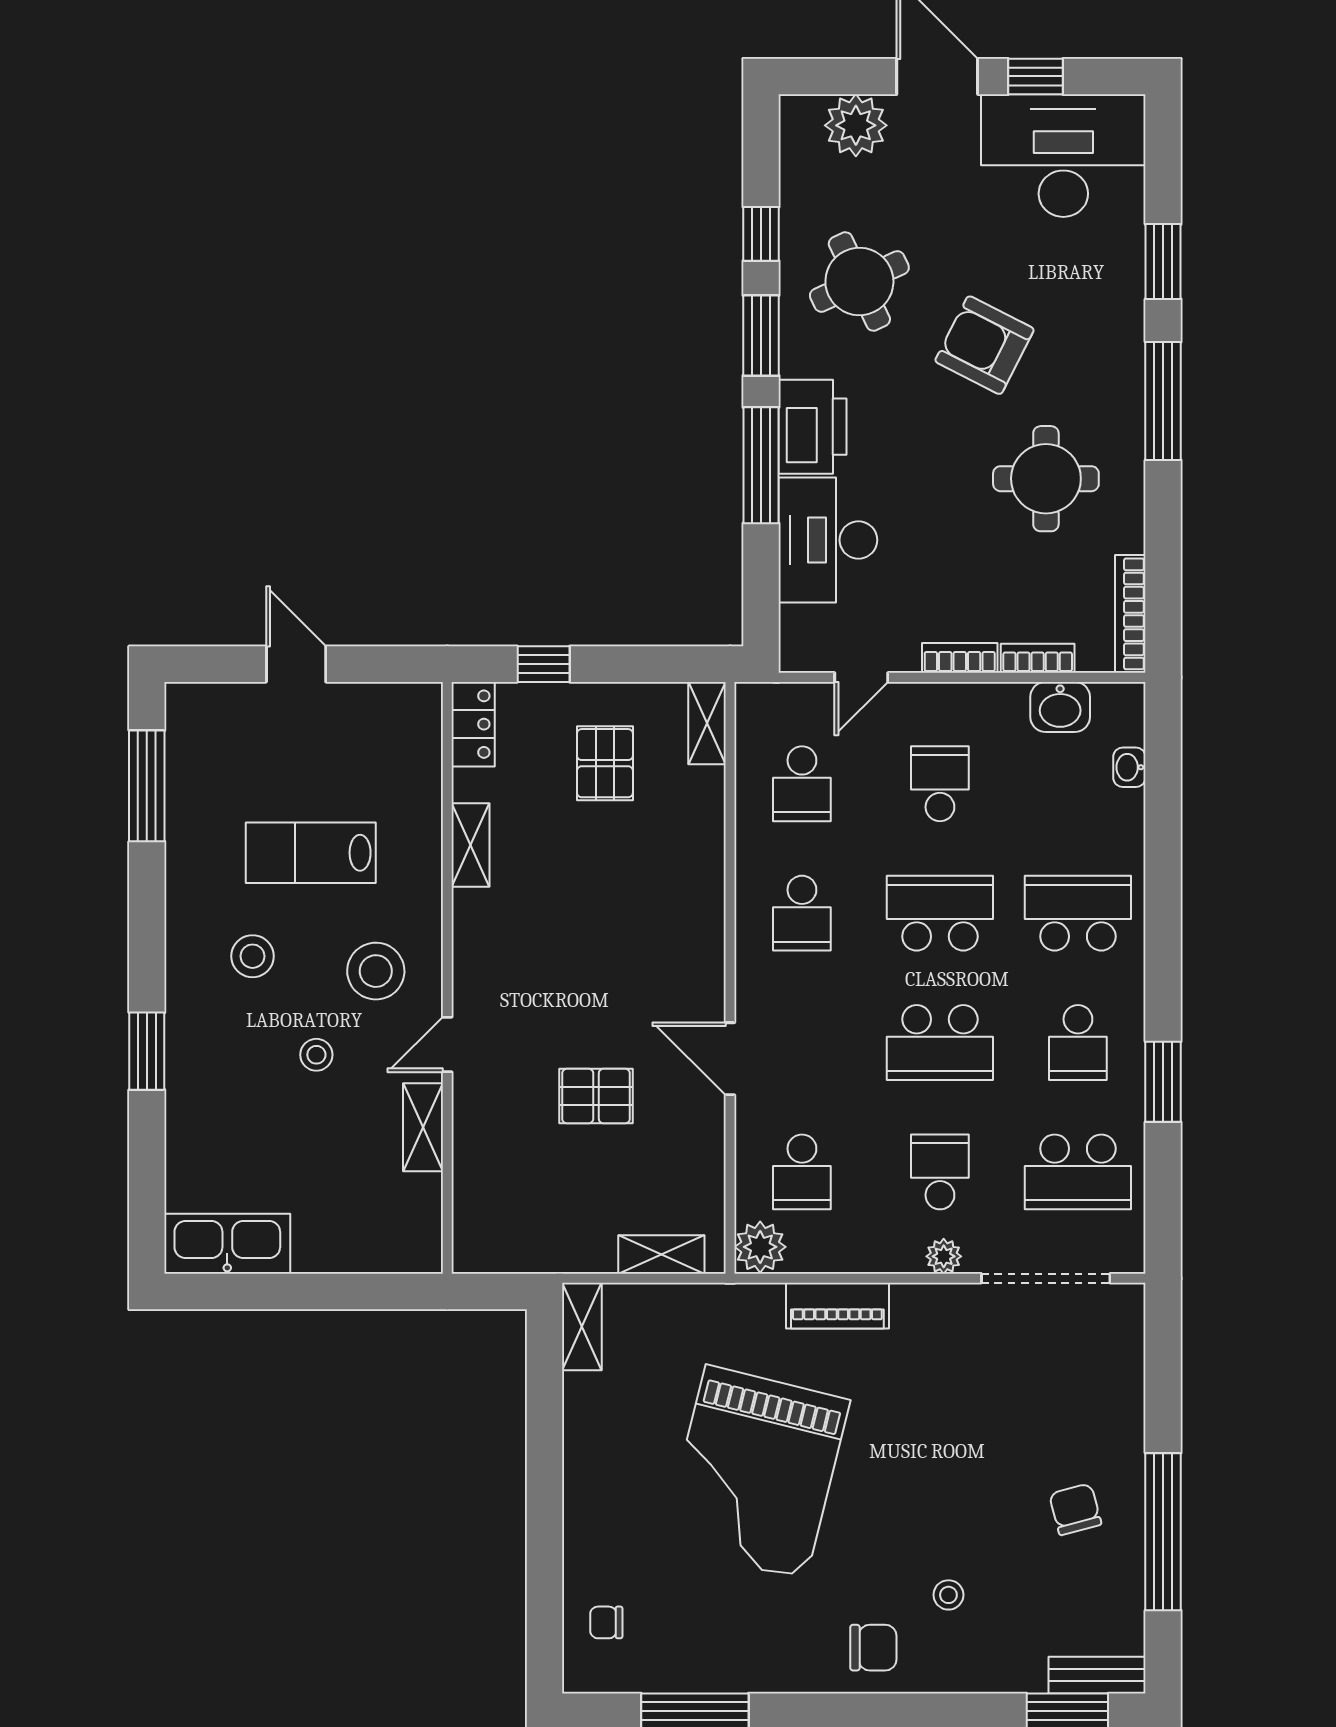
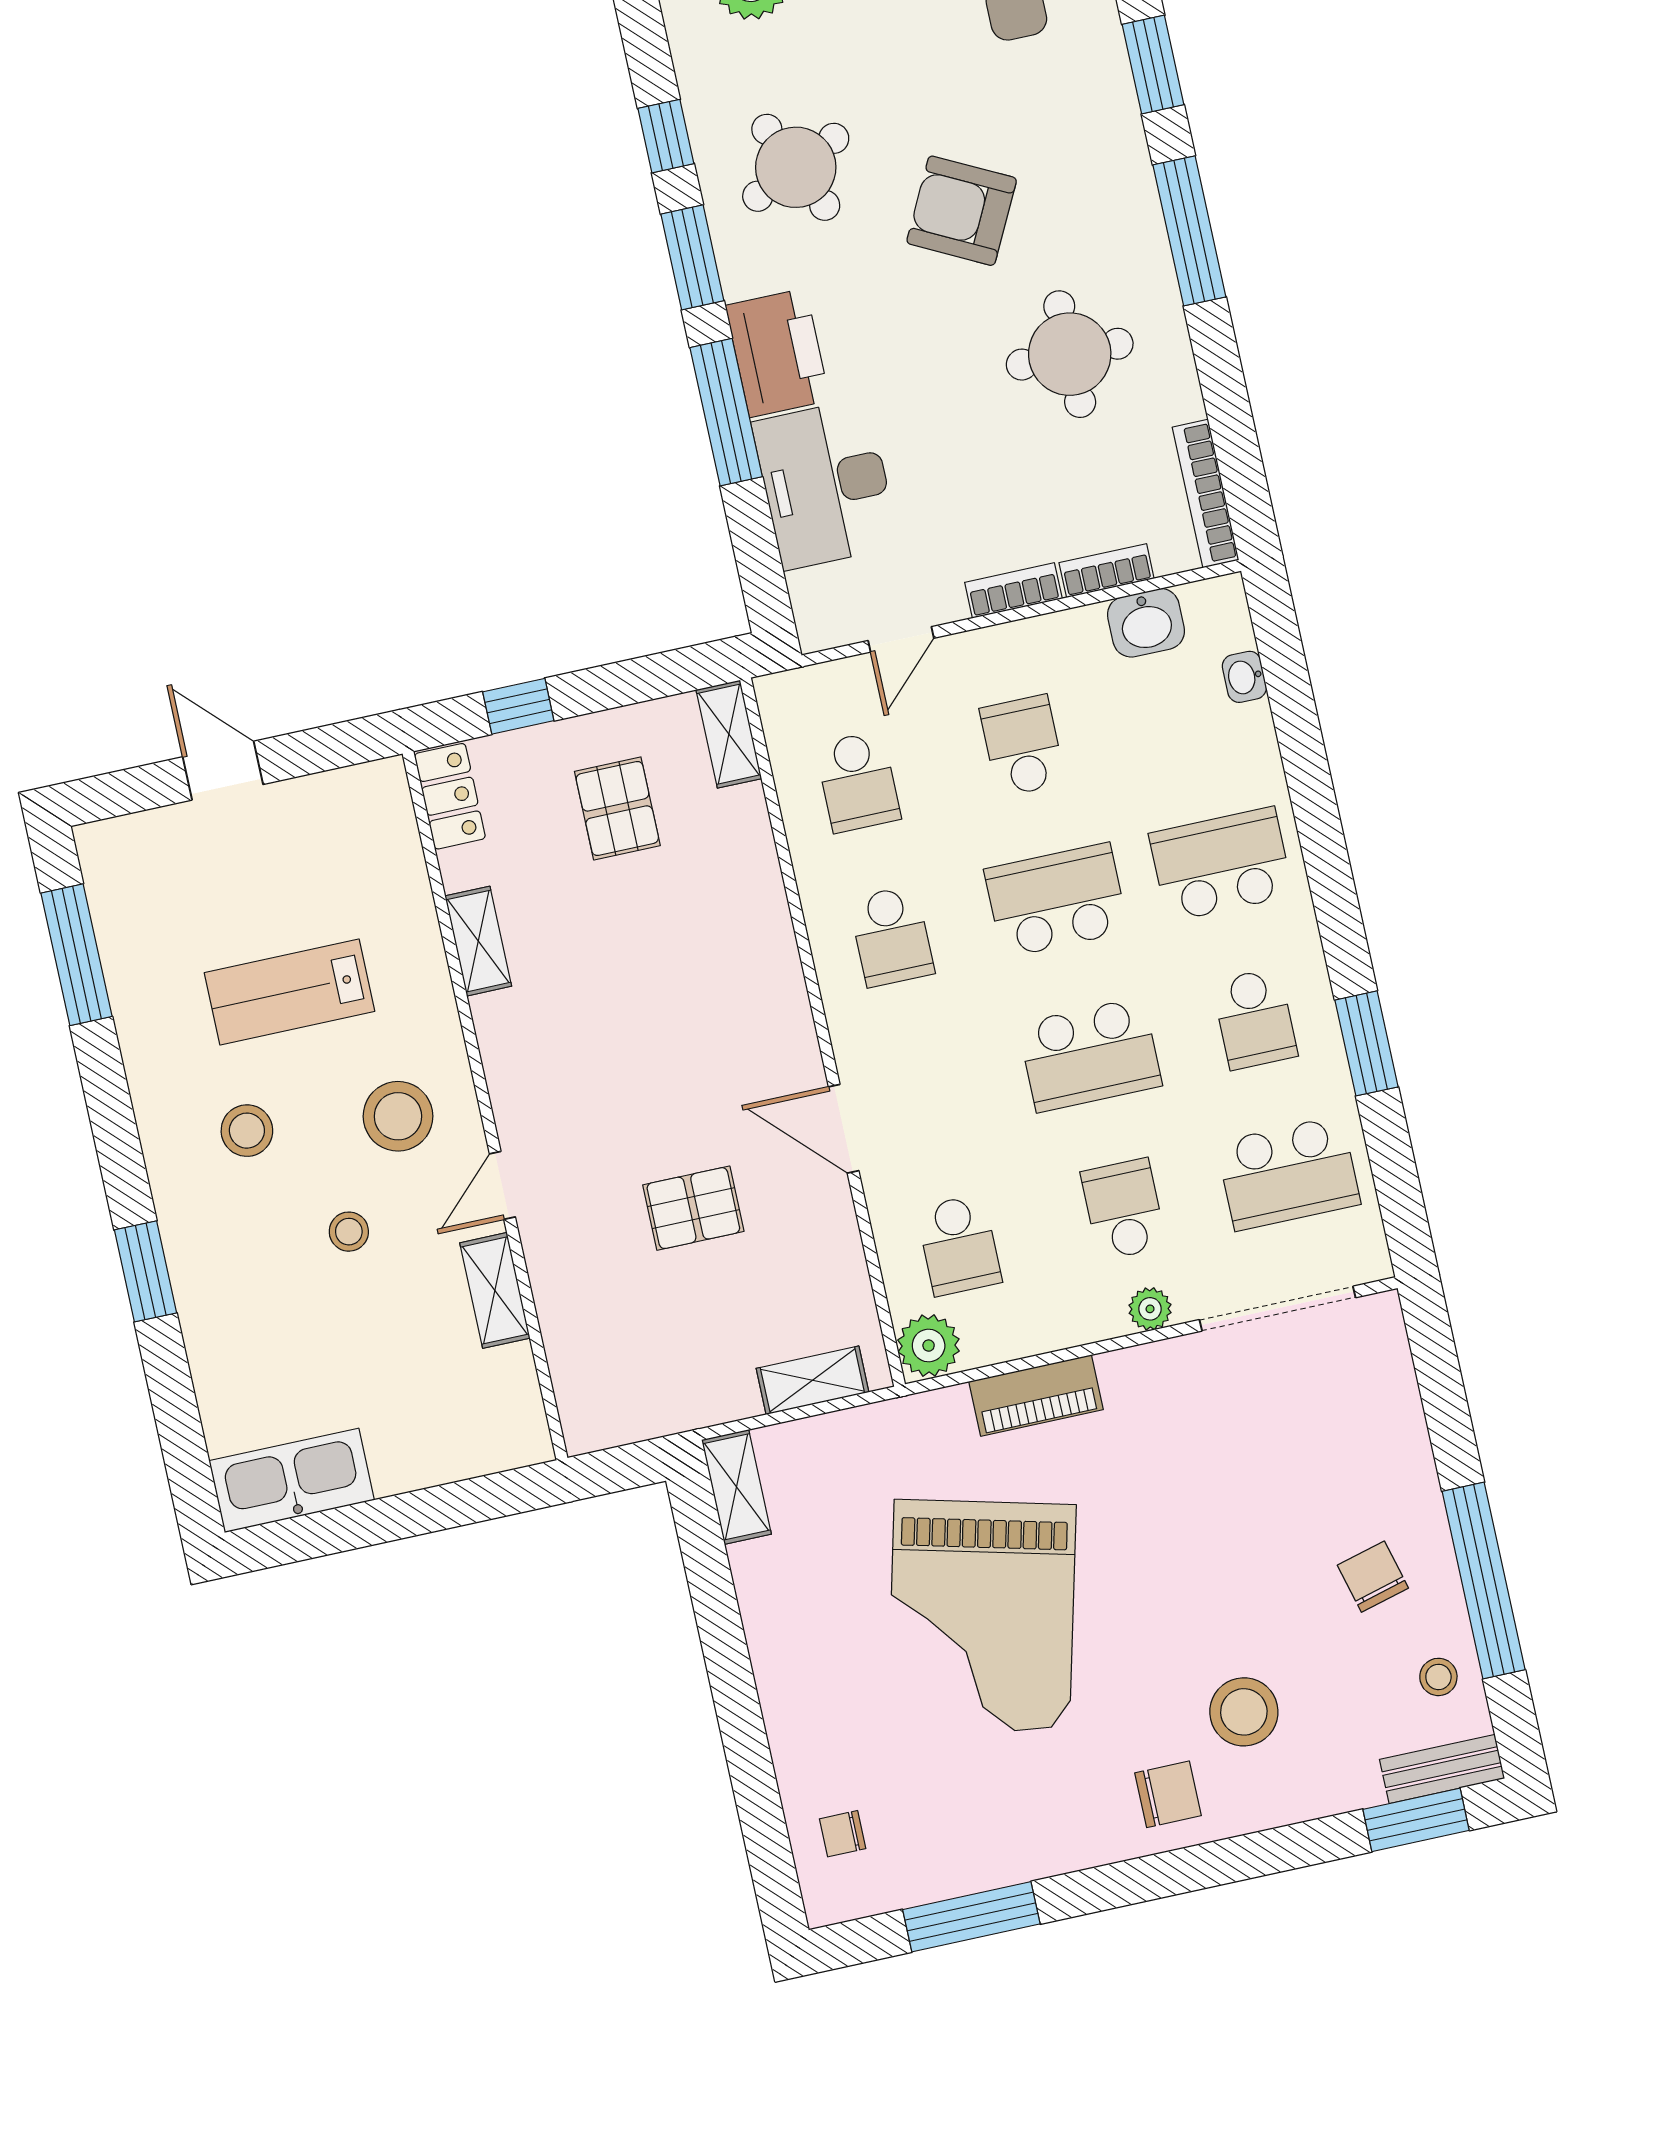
stool: (948, 1595) -> (1244, 1712), width x1.89, depth x1.89
stool: (1110, 1601) -> (1438, 1677), added

